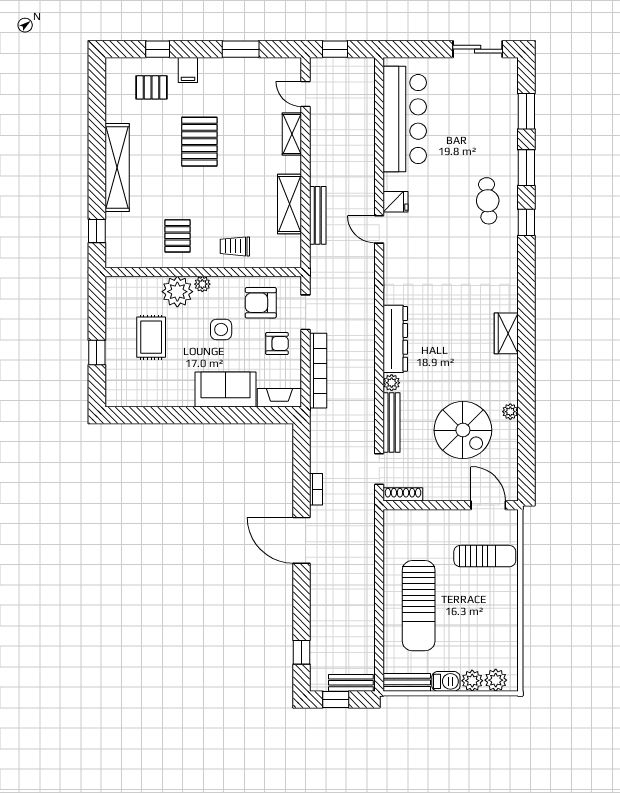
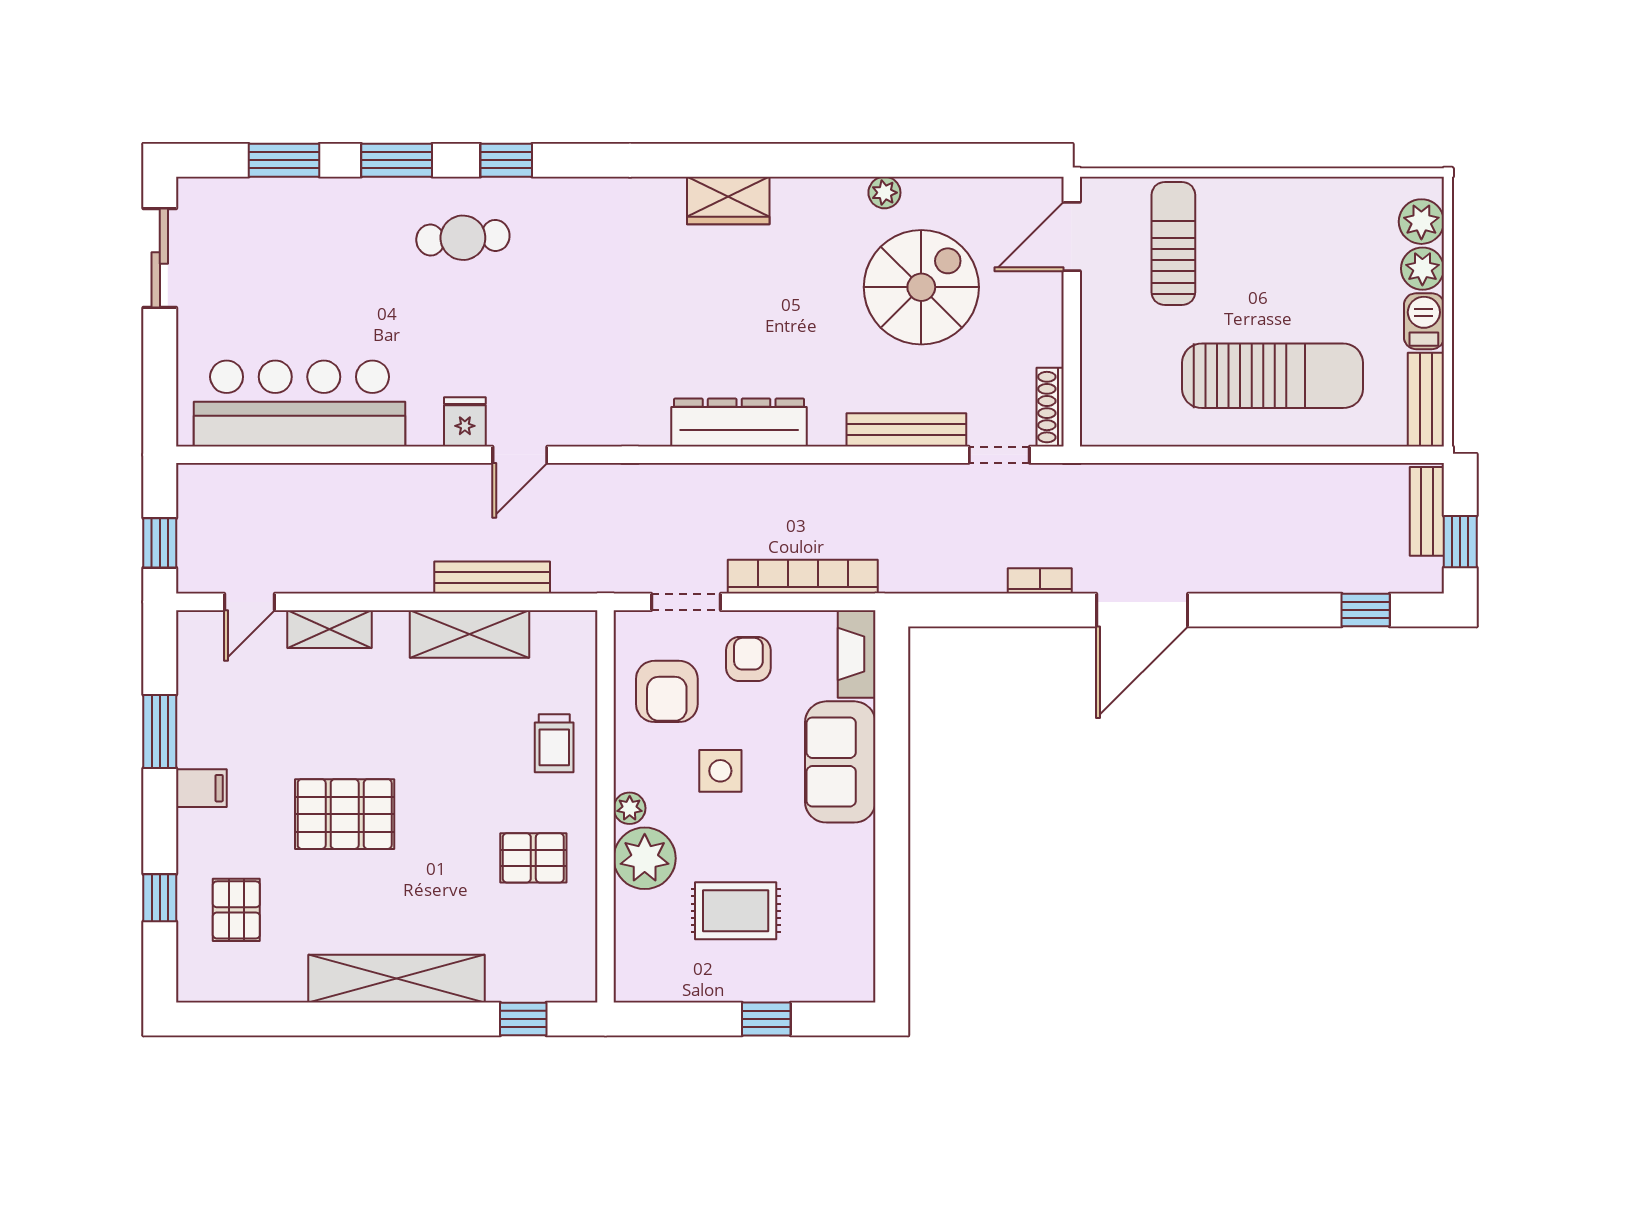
filing cabinet: (188, 70) -> (201, 788), moved
plant: (392, 383) -> (827, 430), removed

